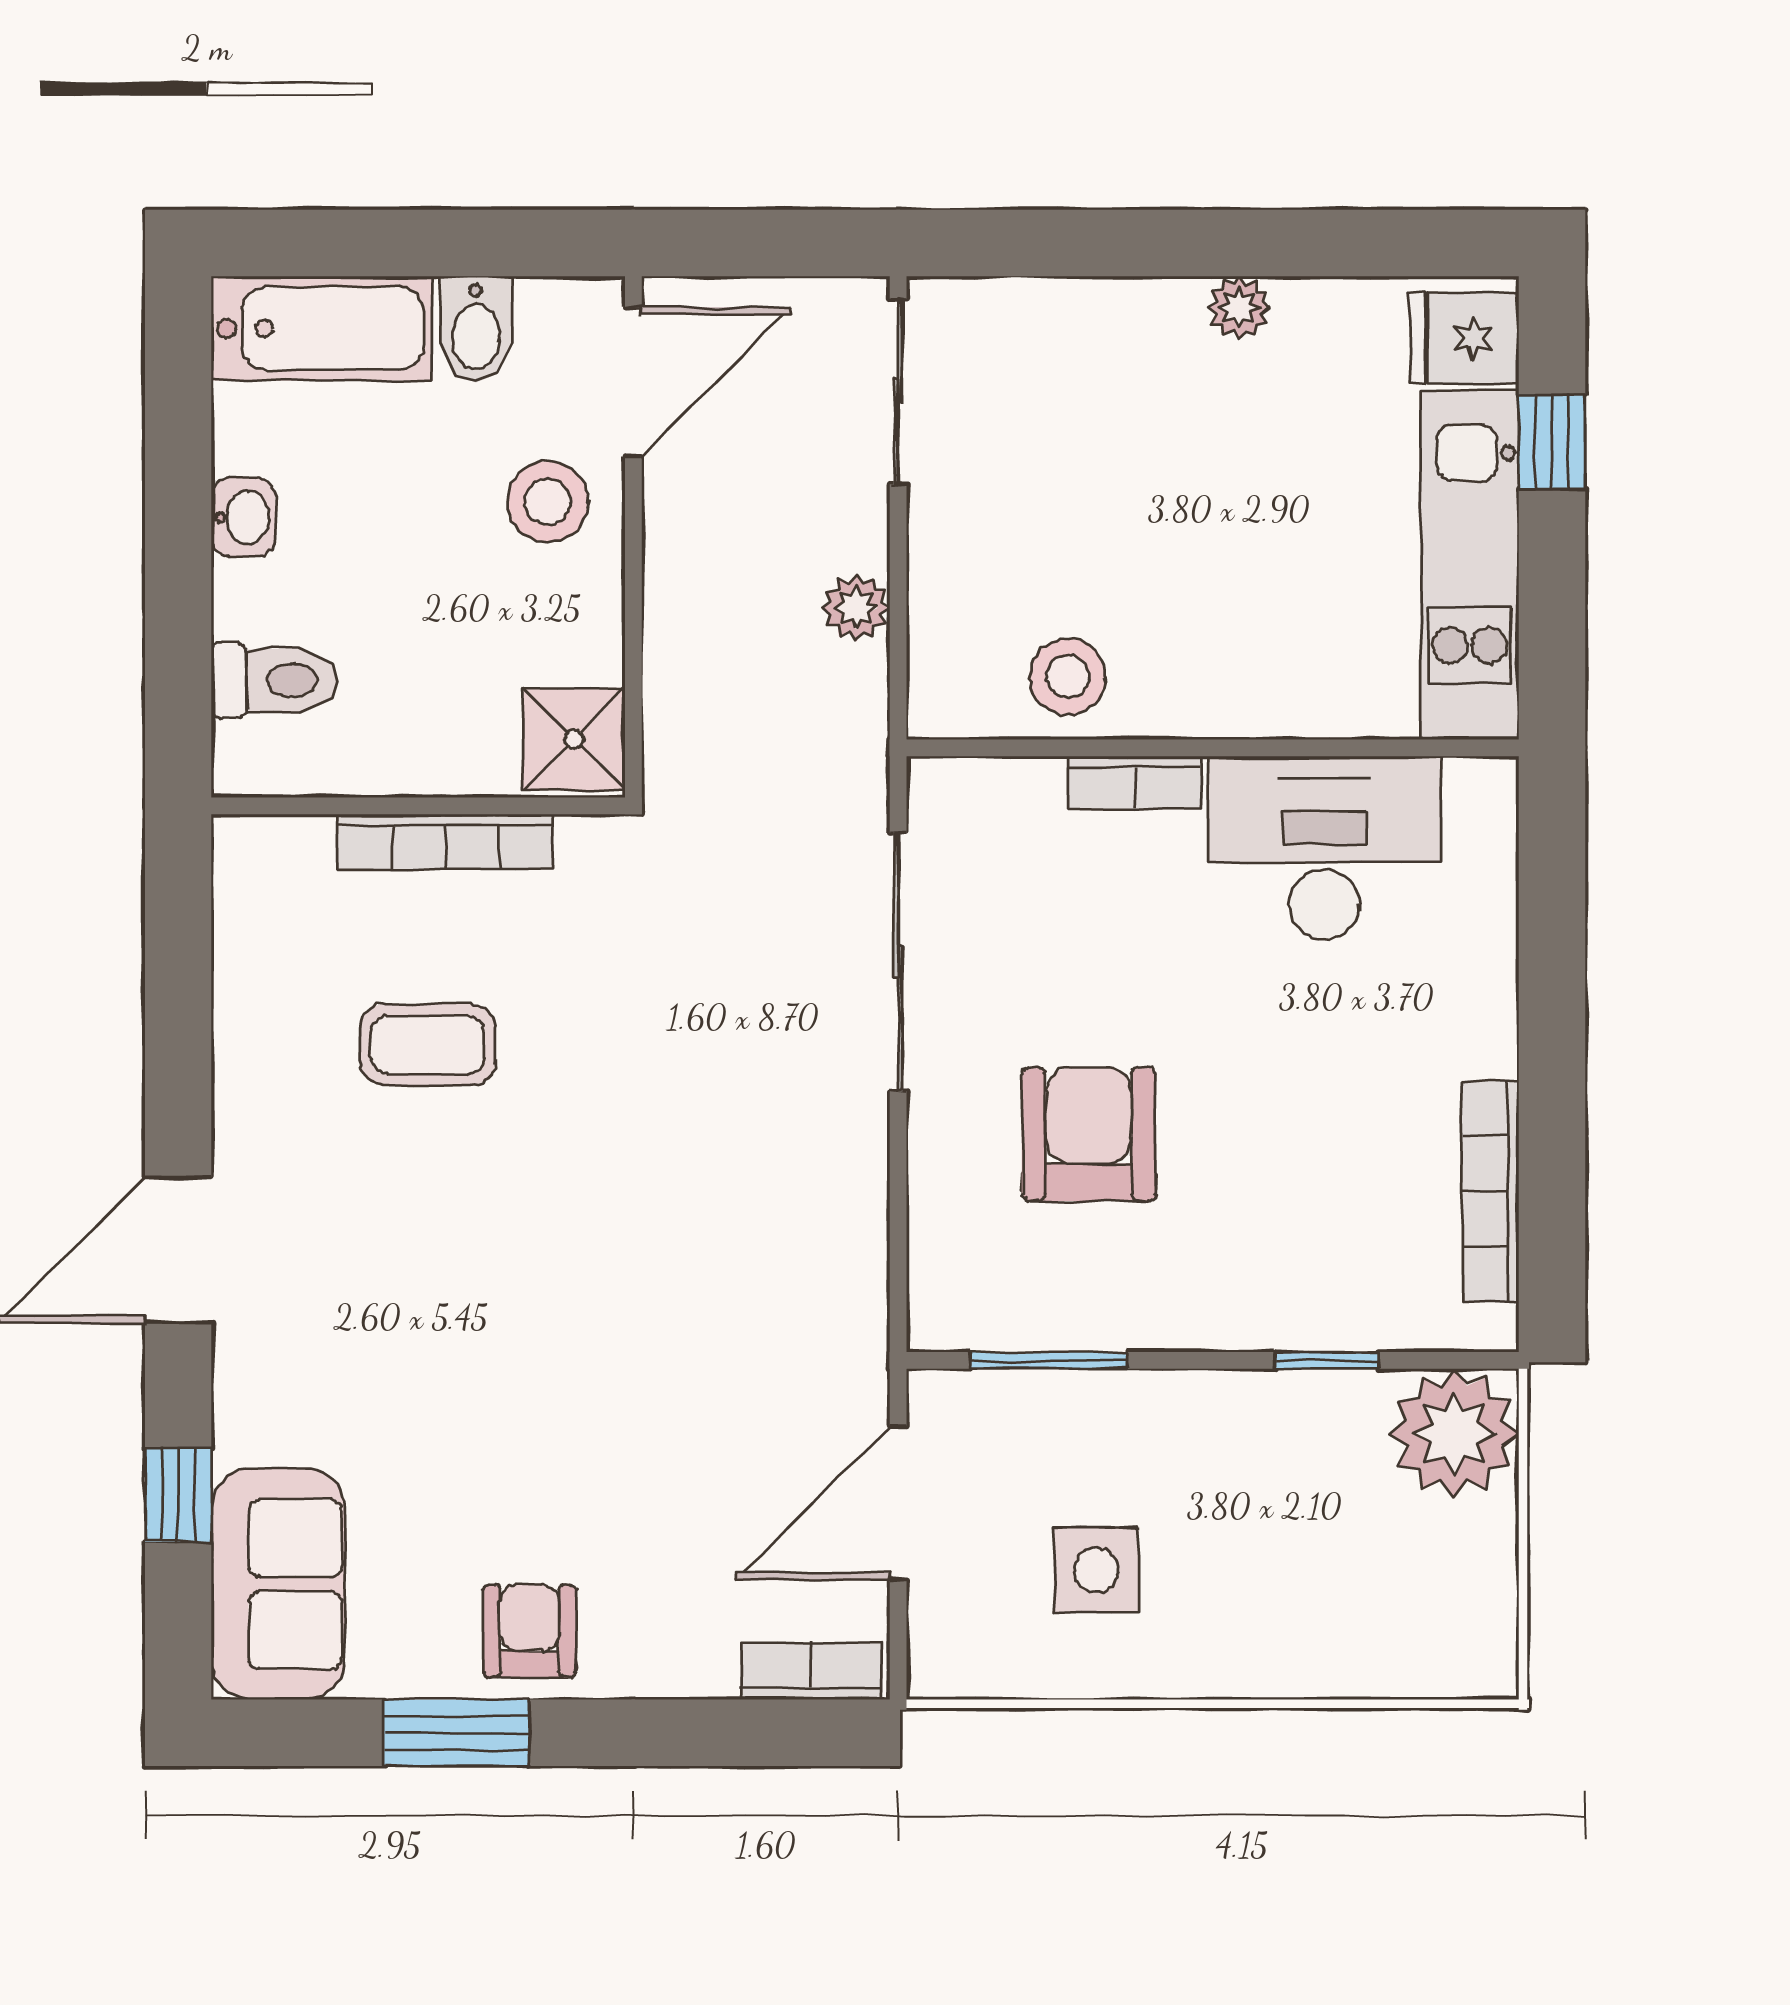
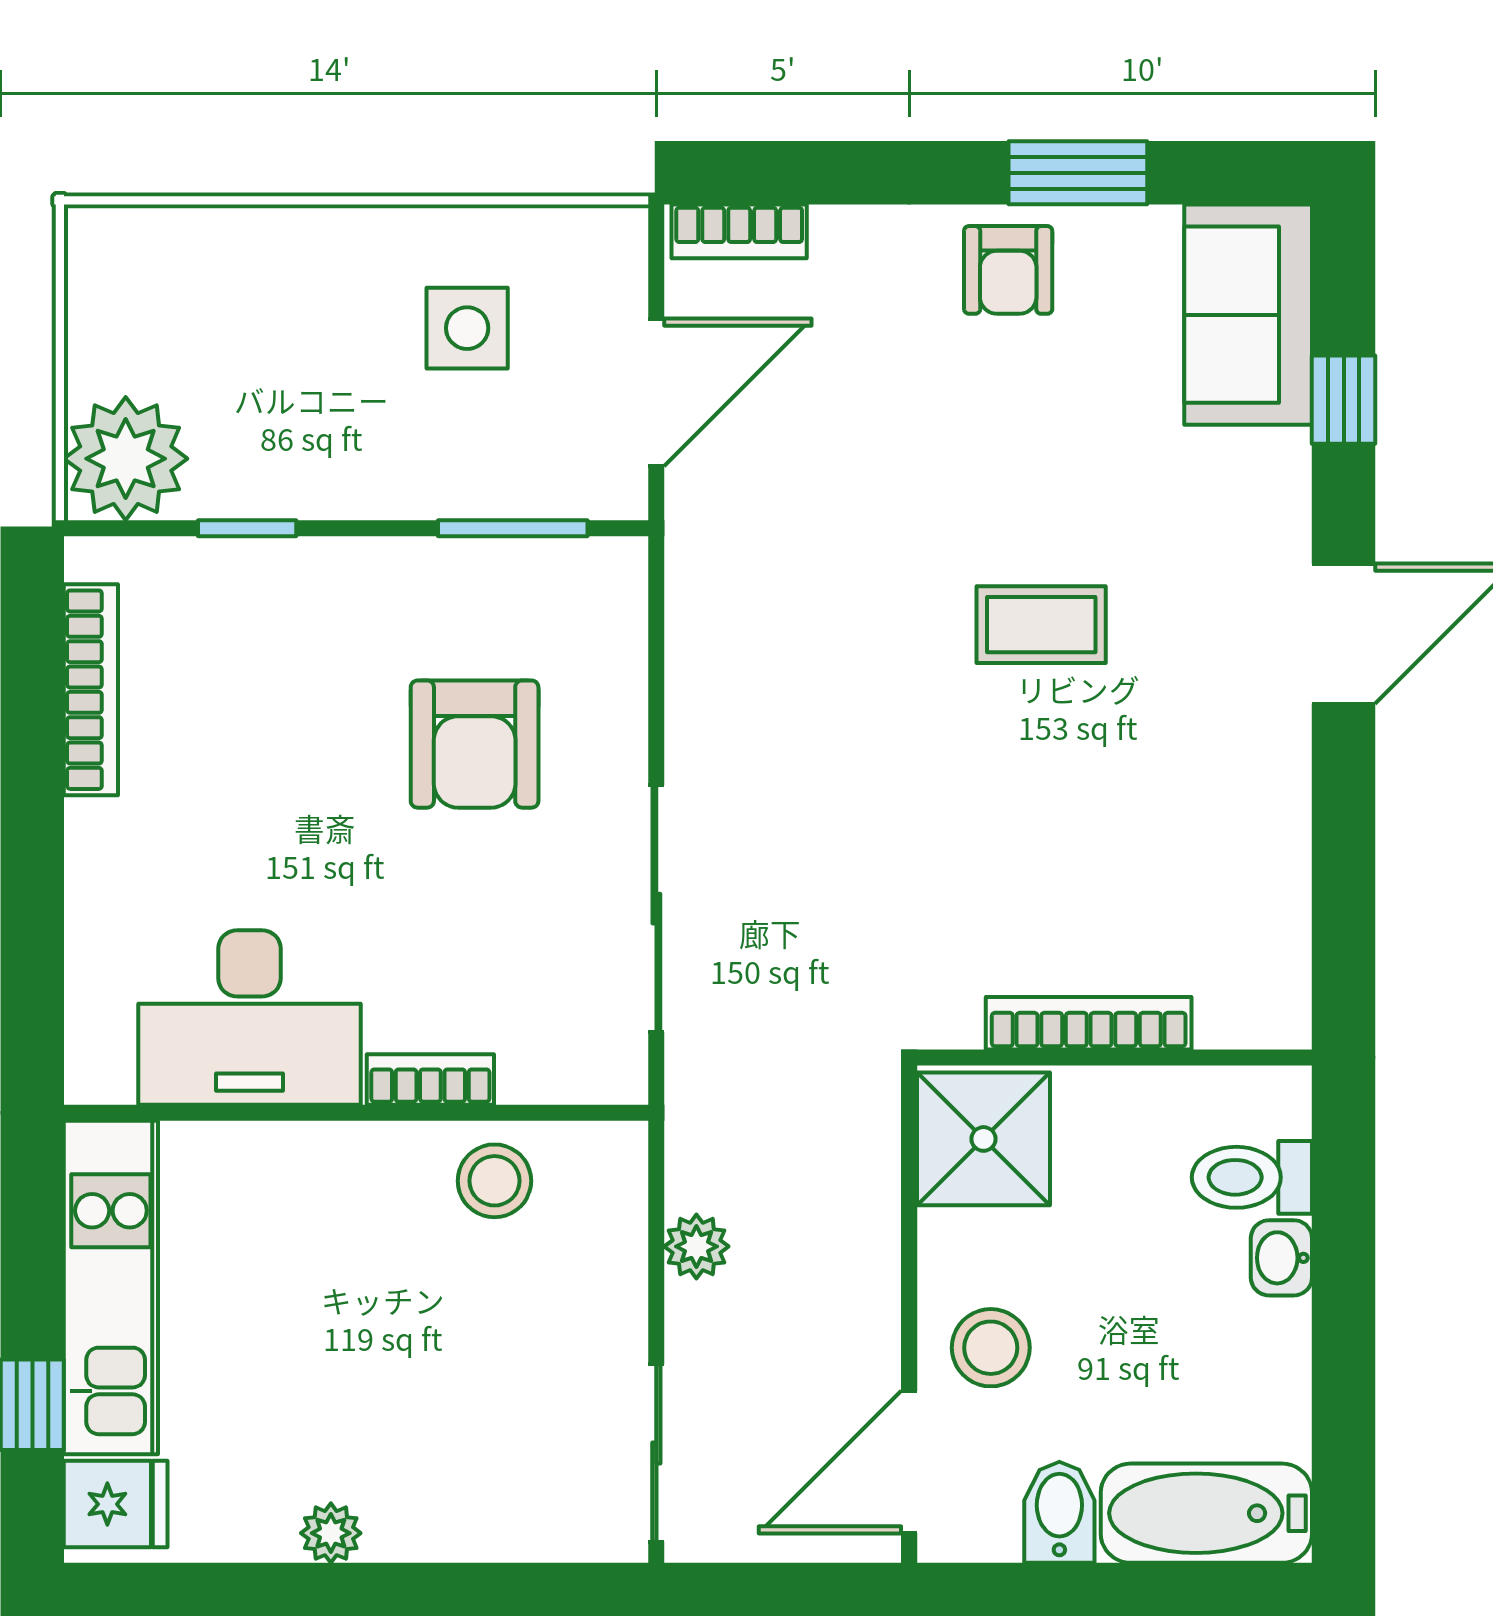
washbasin: (243, 517) -> (1281, 1258), moved
shower: (574, 739) -> (983, 1139), width x1.36, depth x1.36
coffee table: (428, 1045) -> (1041, 625), moved

